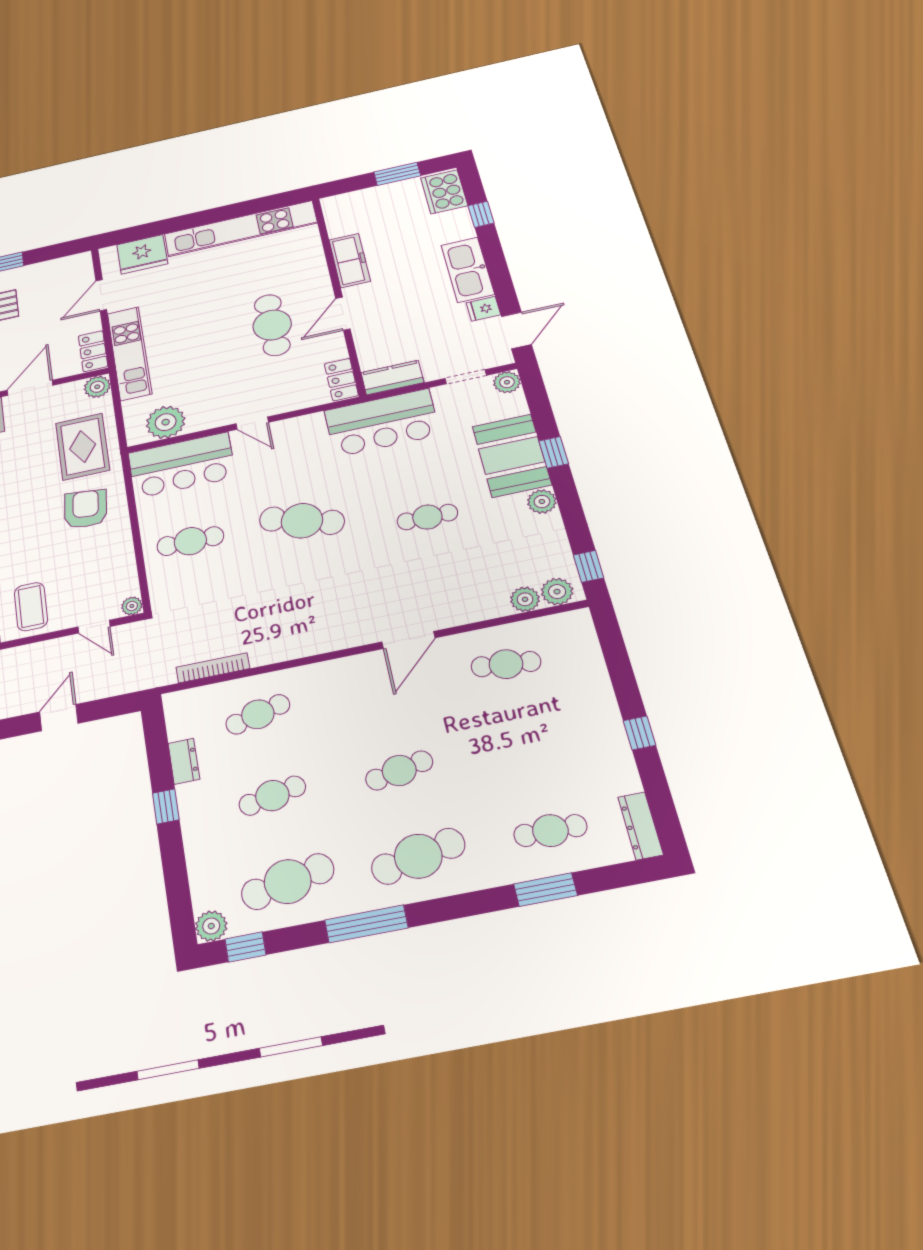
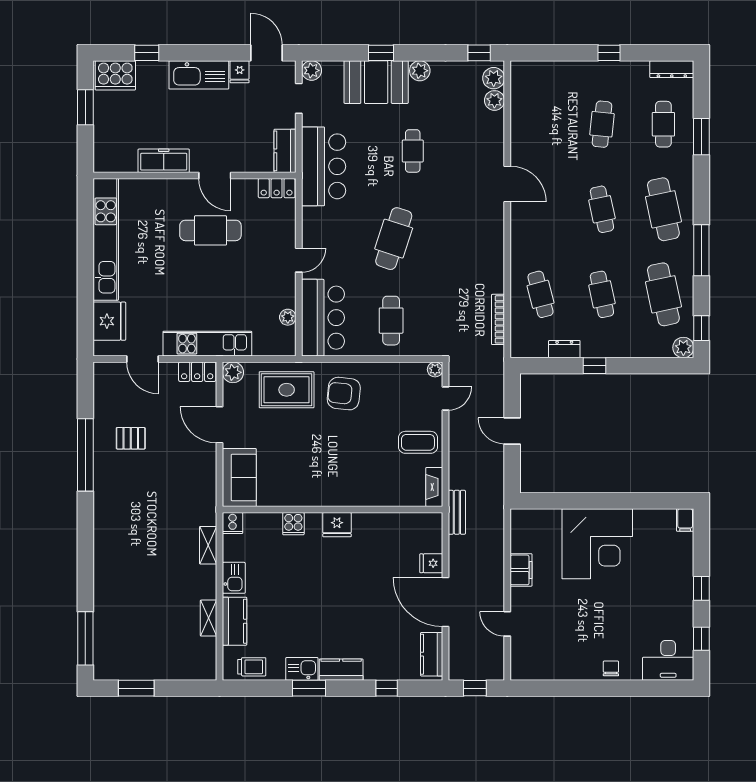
plant: (166, 422) -> (288, 317), width x0.53, depth x0.53
cafe table: (506, 664) -> (602, 124), moved

